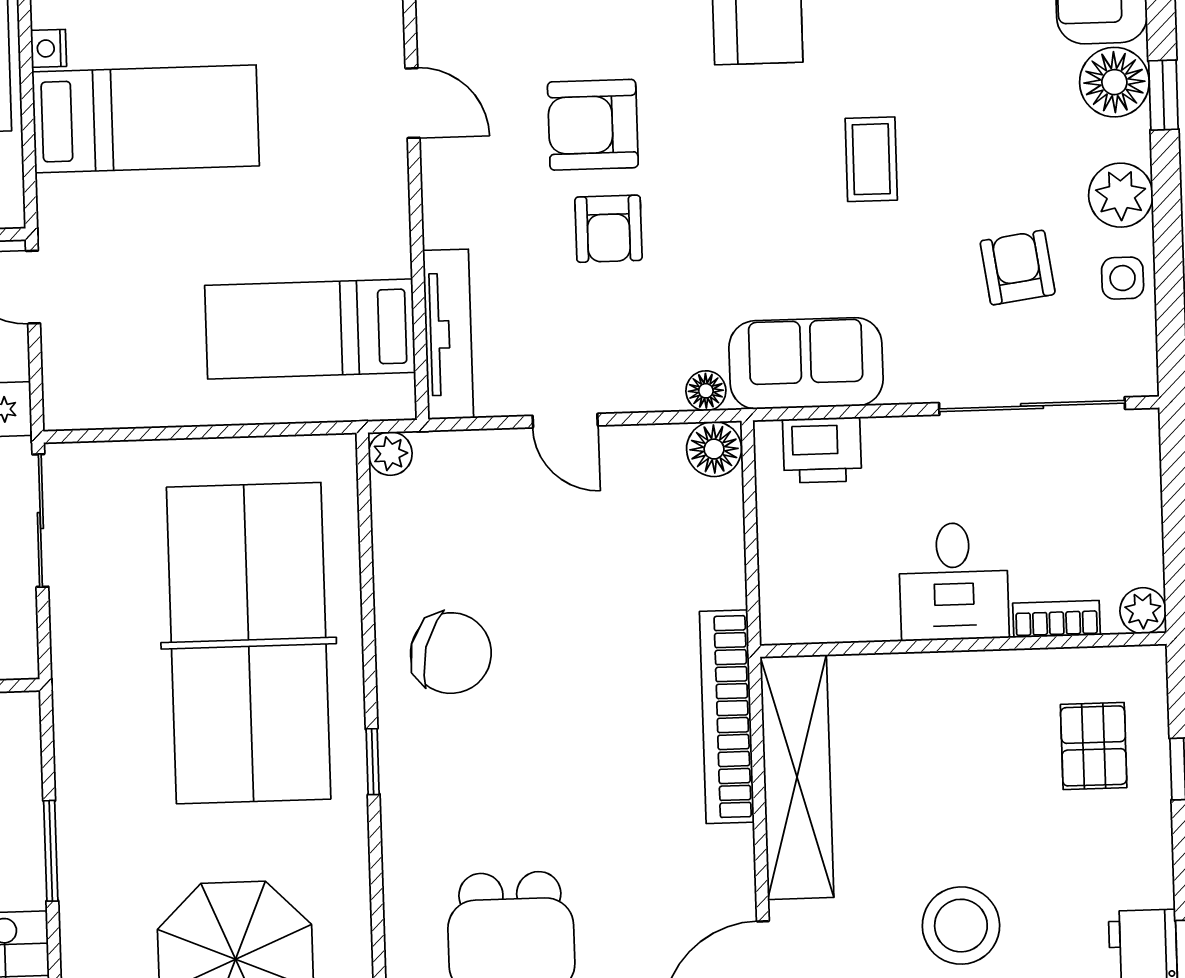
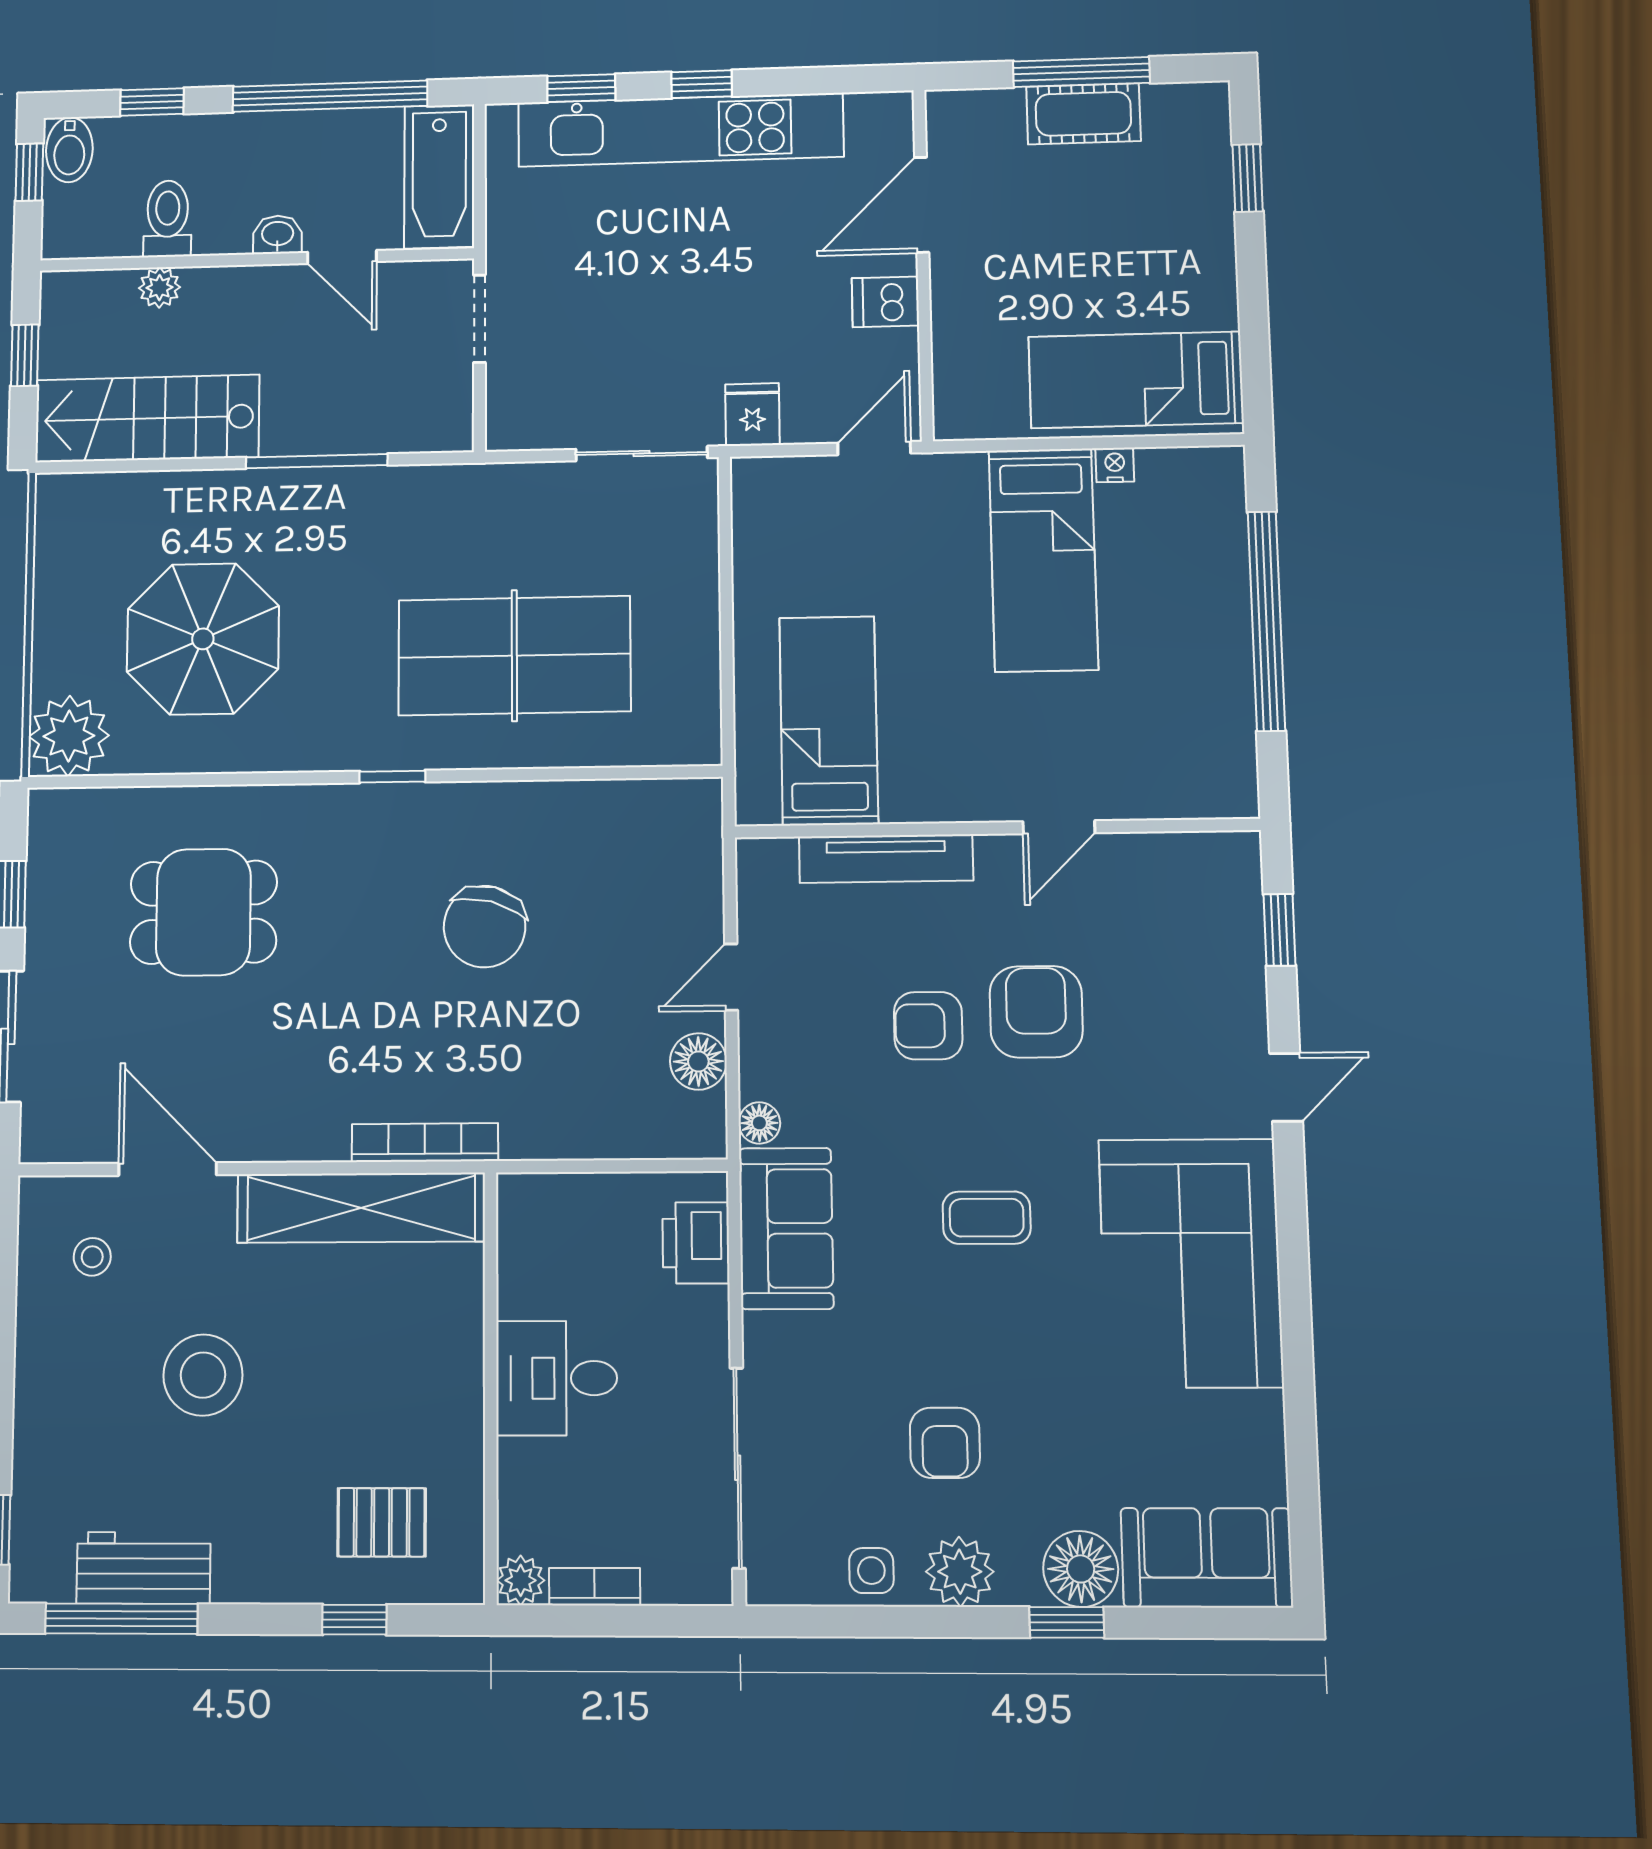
coffee table: (871, 159) -> (987, 1218), moved
armchair: (1018, 268) -> (945, 1443), moved, turned 98
tv unit: (448, 334) -> (886, 859), moved
floor lamp: (714, 449) -> (698, 1061), moved
plant: (390, 454) -> (701, 799), removed
bookcase: (1056, 619) -> (595, 1587), moved, turned -90
table tennis table: (249, 643) -> (514, 656), width x0.73, depth x0.76
chair: (451, 653) -> (485, 927), moved
bookcase: (727, 717) -> (425, 1143), width x0.68, depth x0.76
window: (51, 851) -> (317, 461), width x1.44

